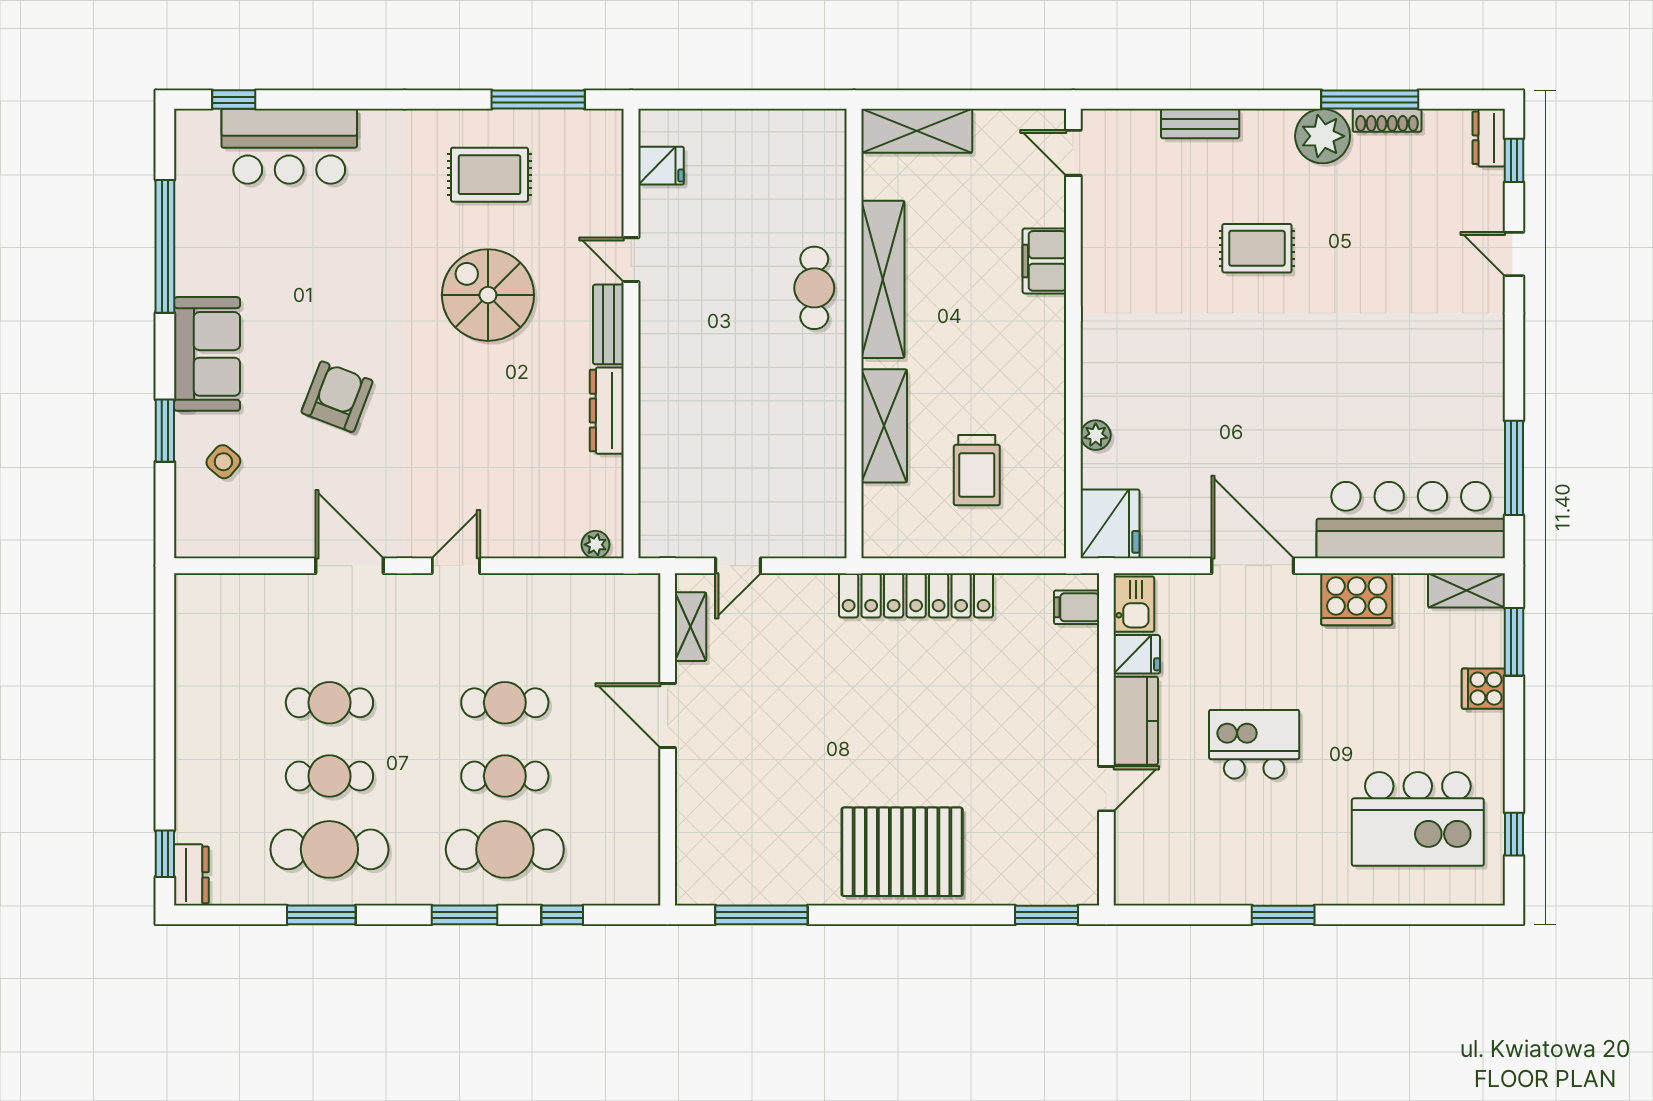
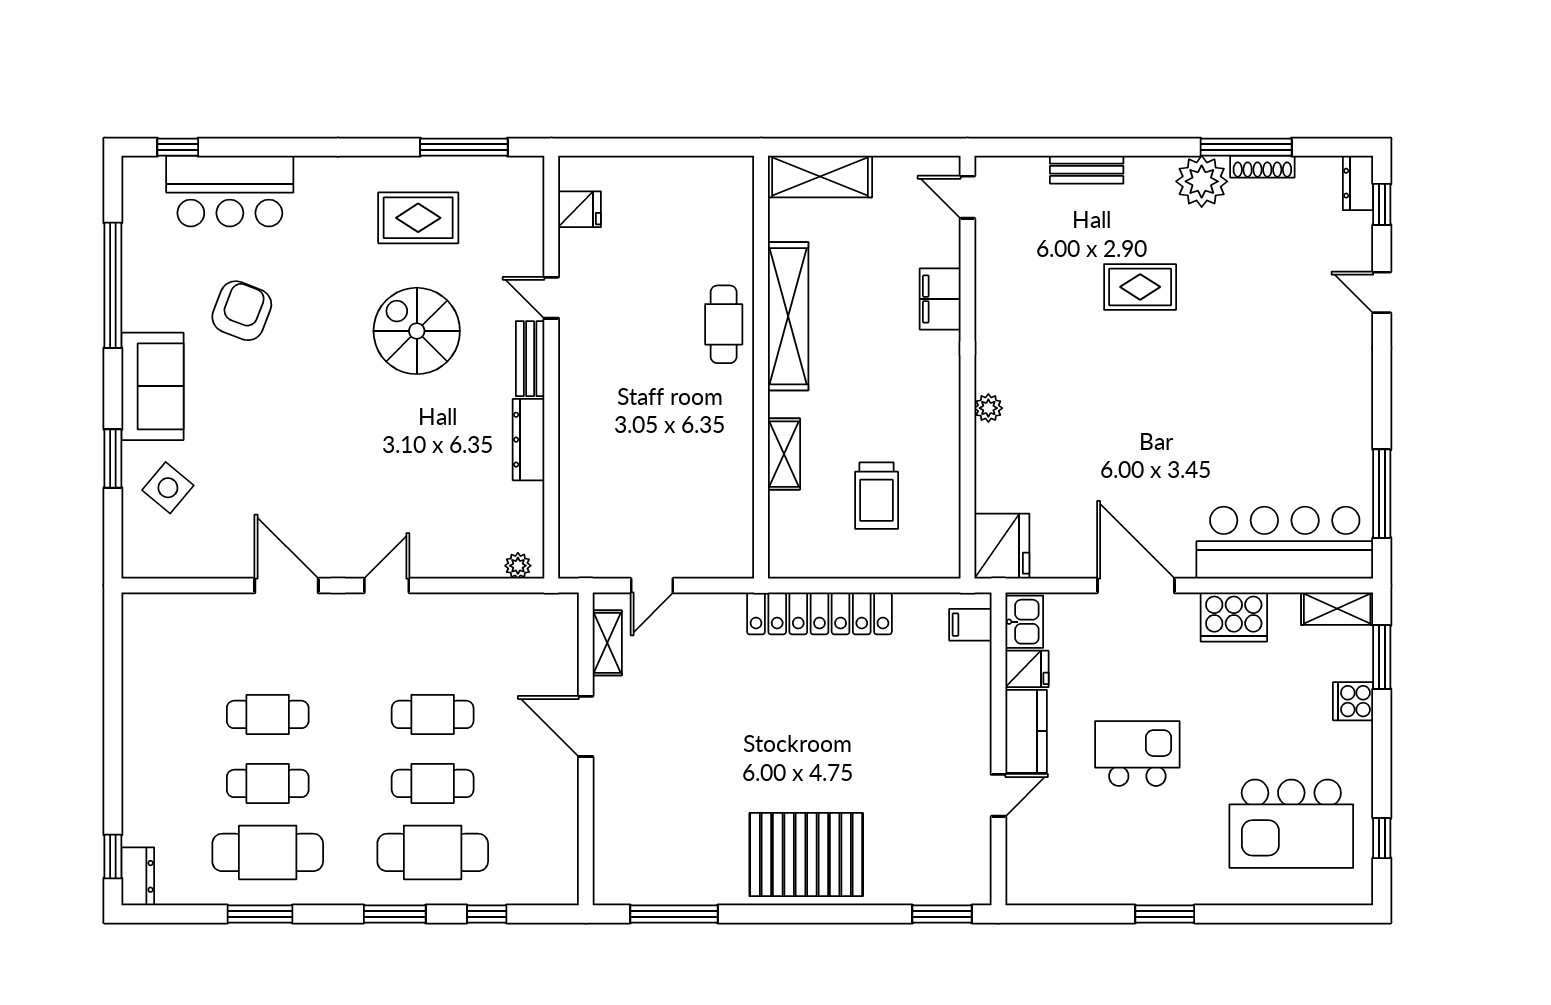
armchair: (337, 397) -> (242, 311), moved
shelving: (884, 426) -> (784, 454), width x0.67, depth x0.75
plant: (1096, 435) -> (988, 408), moved
side table: (223, 462) -> (168, 488), width x1.37, depth x1.37

